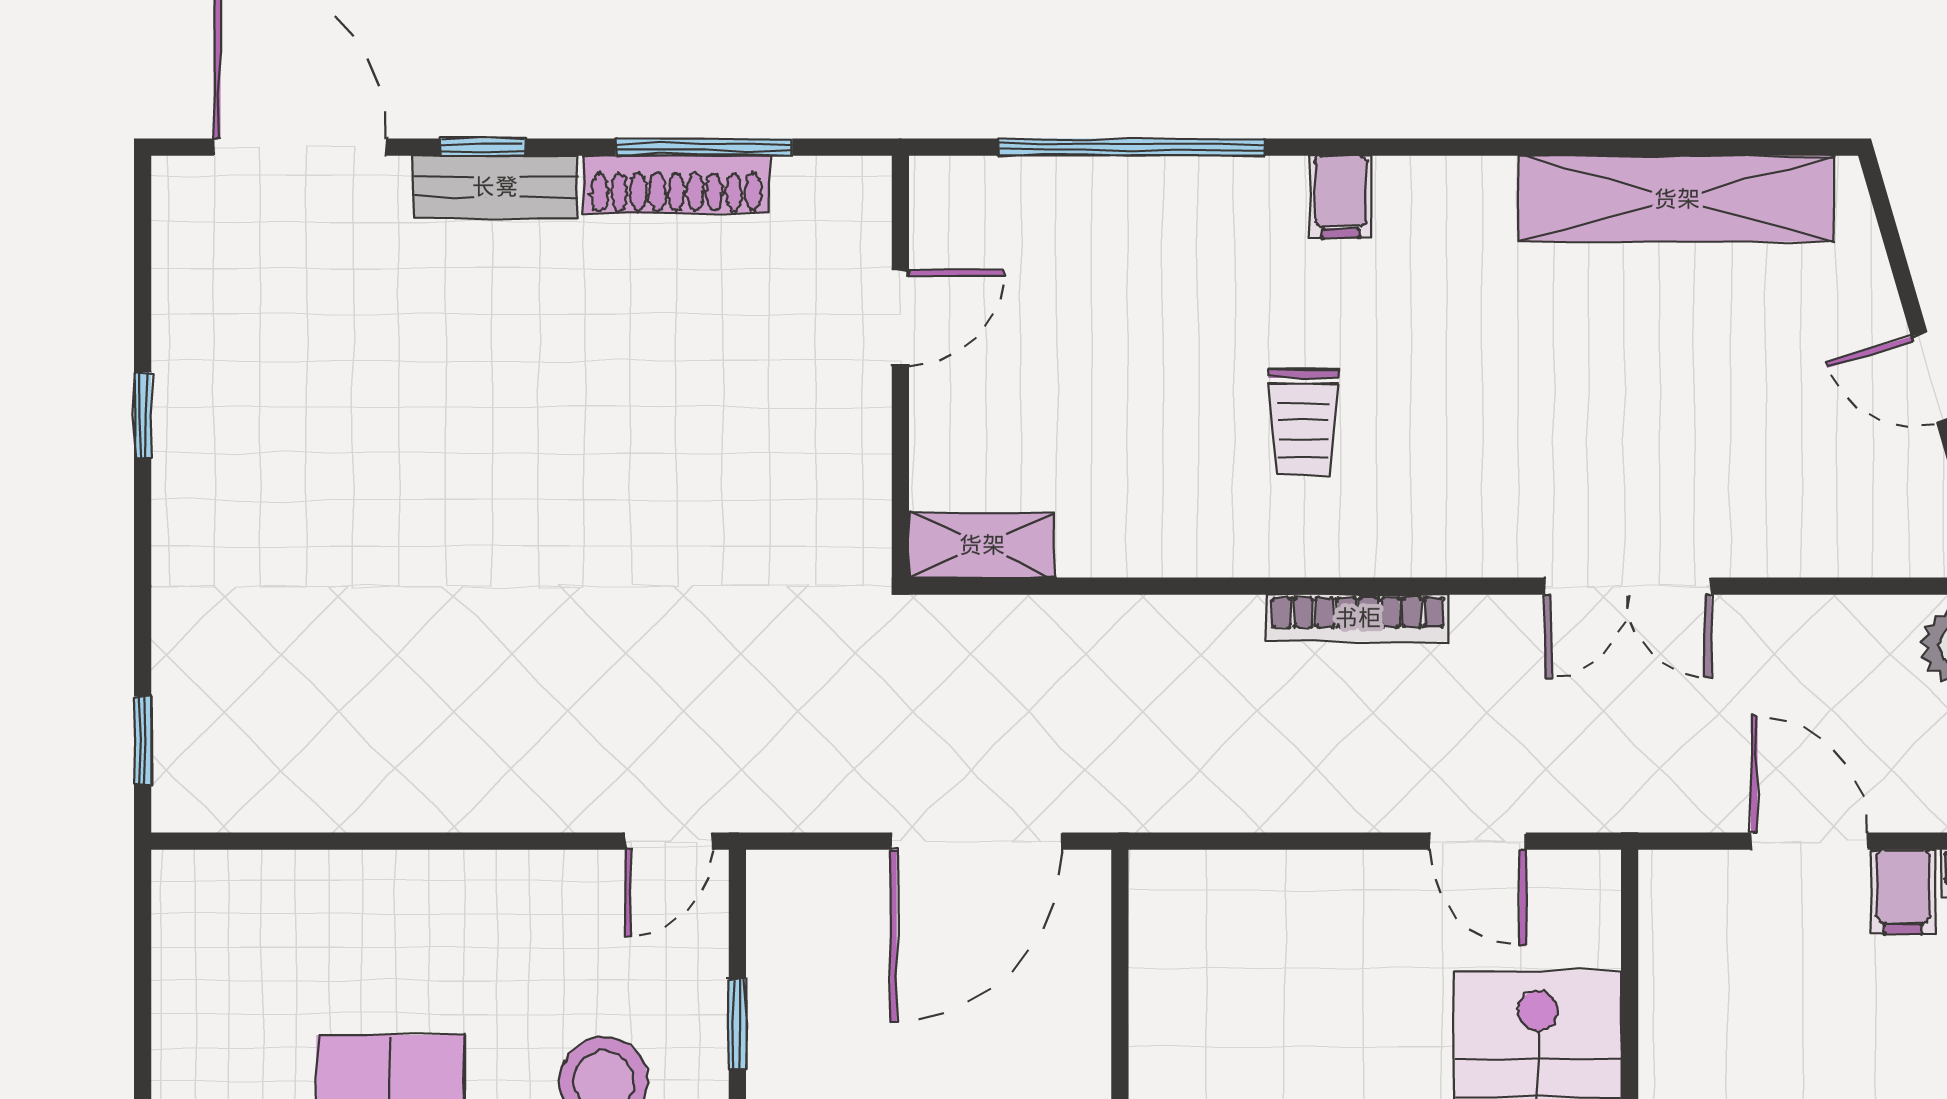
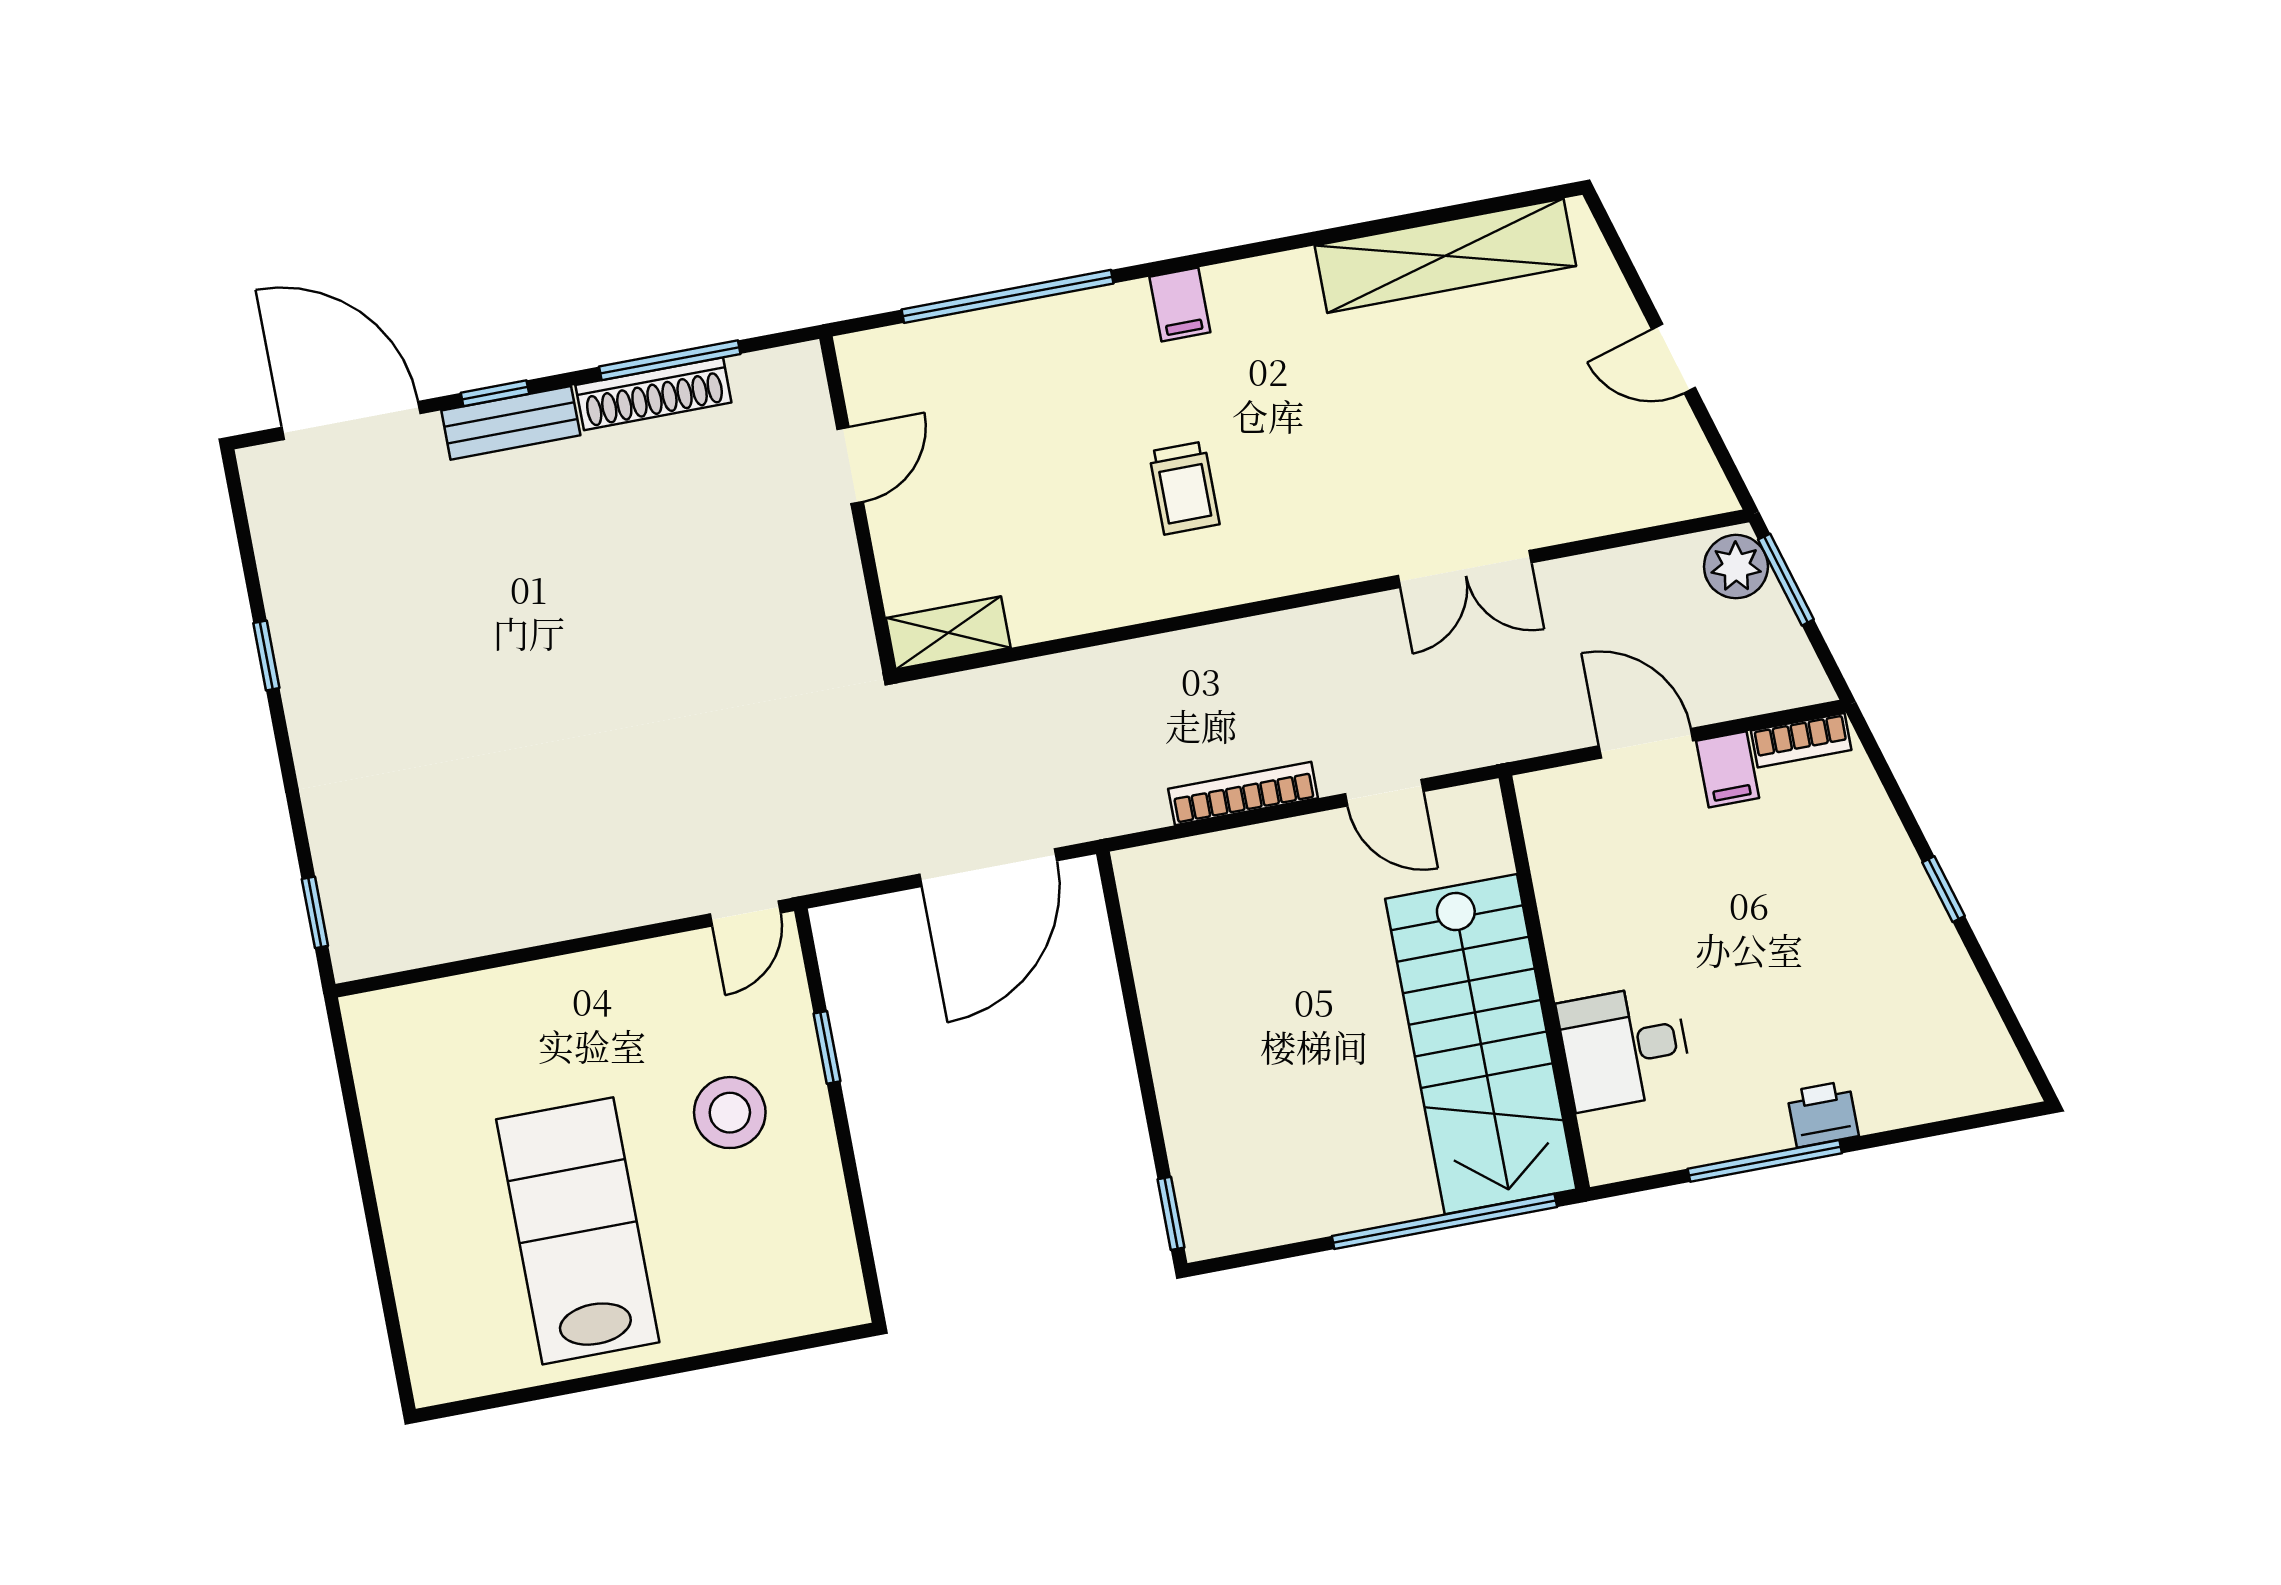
bookcase: (1358, 618) -> (1243, 794), moved, turned 180

